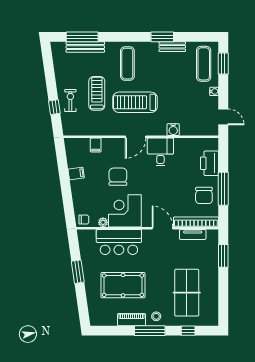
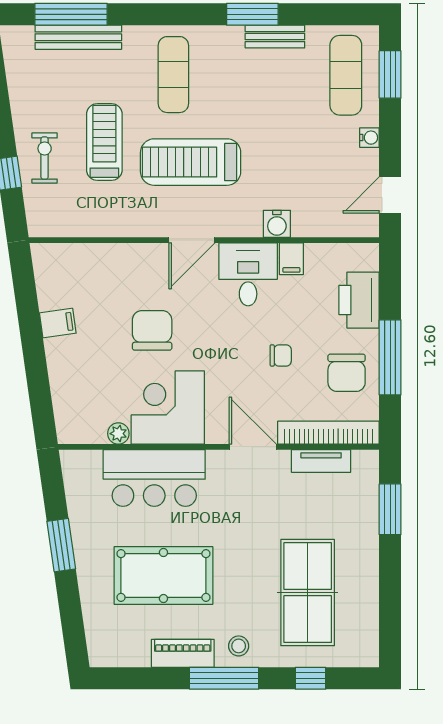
door: (223, 117) -> (390, 195), swing flipped
filing cabinet: (96, 145) -> (291, 259), moved
chair: (84, 220) -> (281, 355), moved

